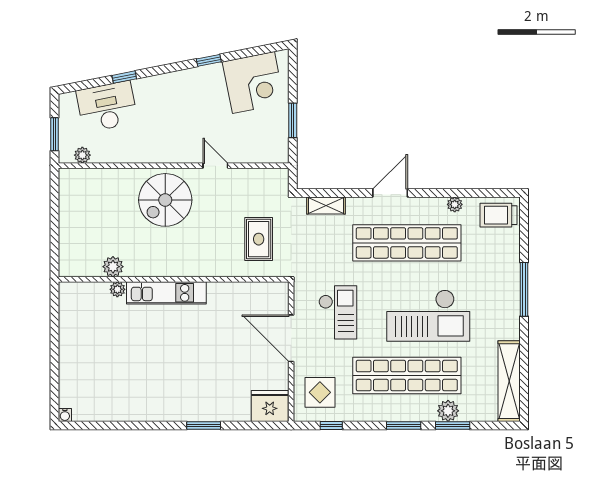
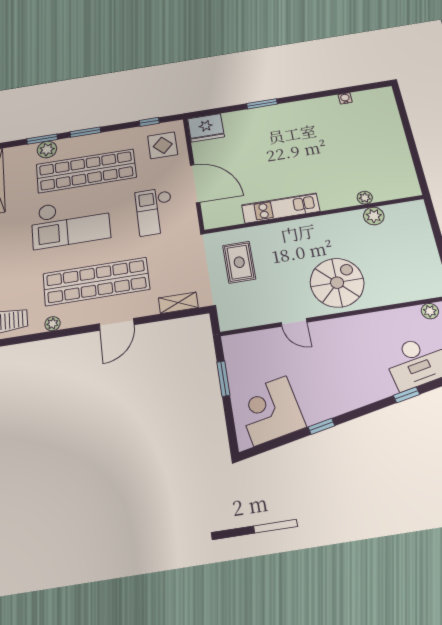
kitchen unit: (166, 293) -> (281, 208), moved
checkout: (428, 316) -> (71, 222), turned 180
water cooler: (65, 415) -> (345, 98), moved

